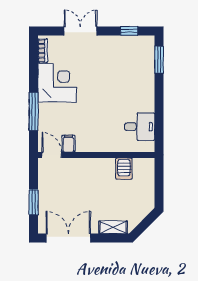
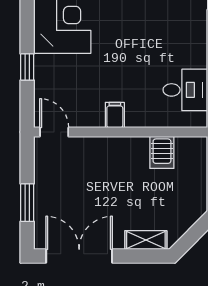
window: (34, 111) -> (27, 67), width x0.46
filing cabinet: (68, 144) -> (115, 115), moved

